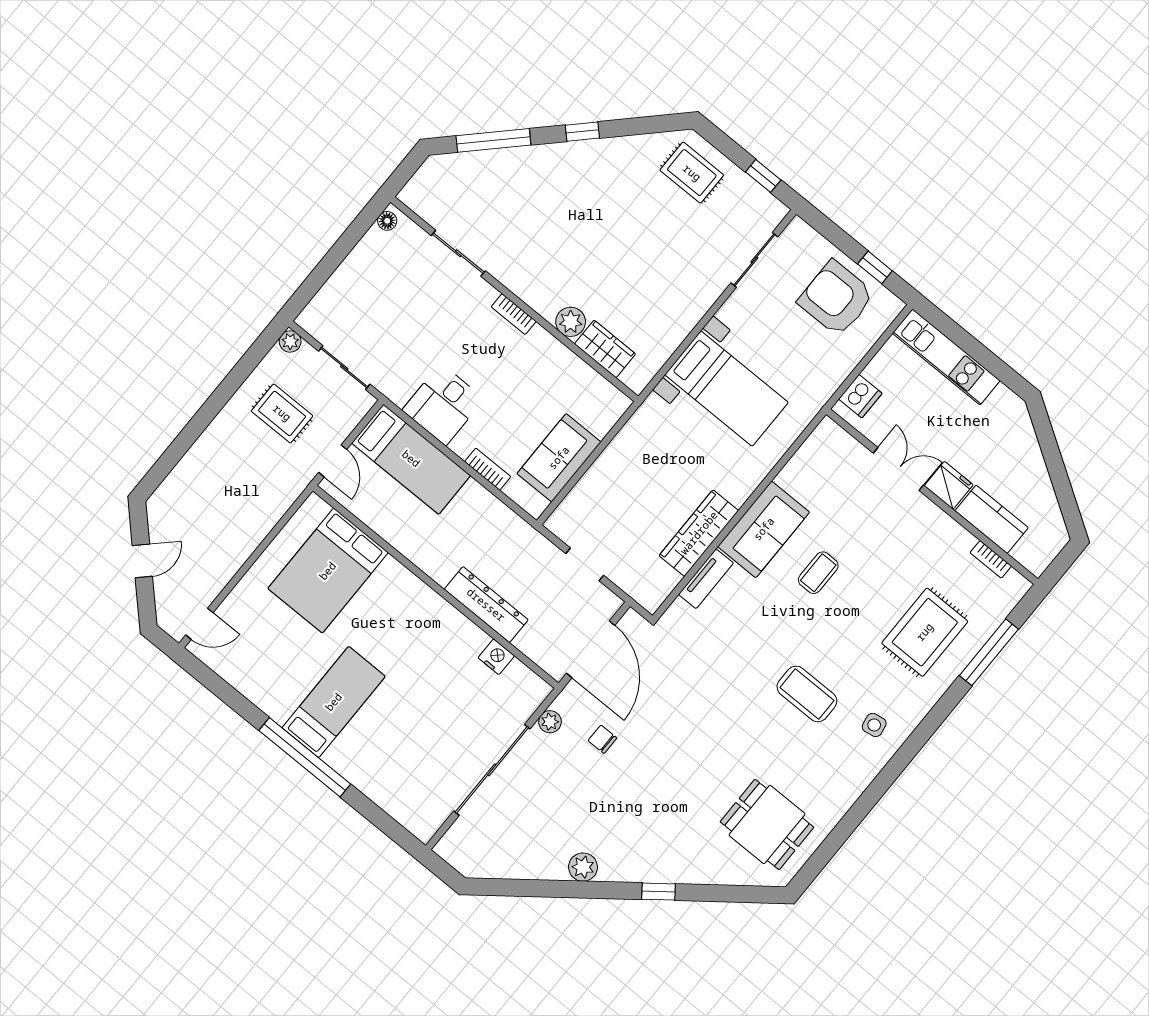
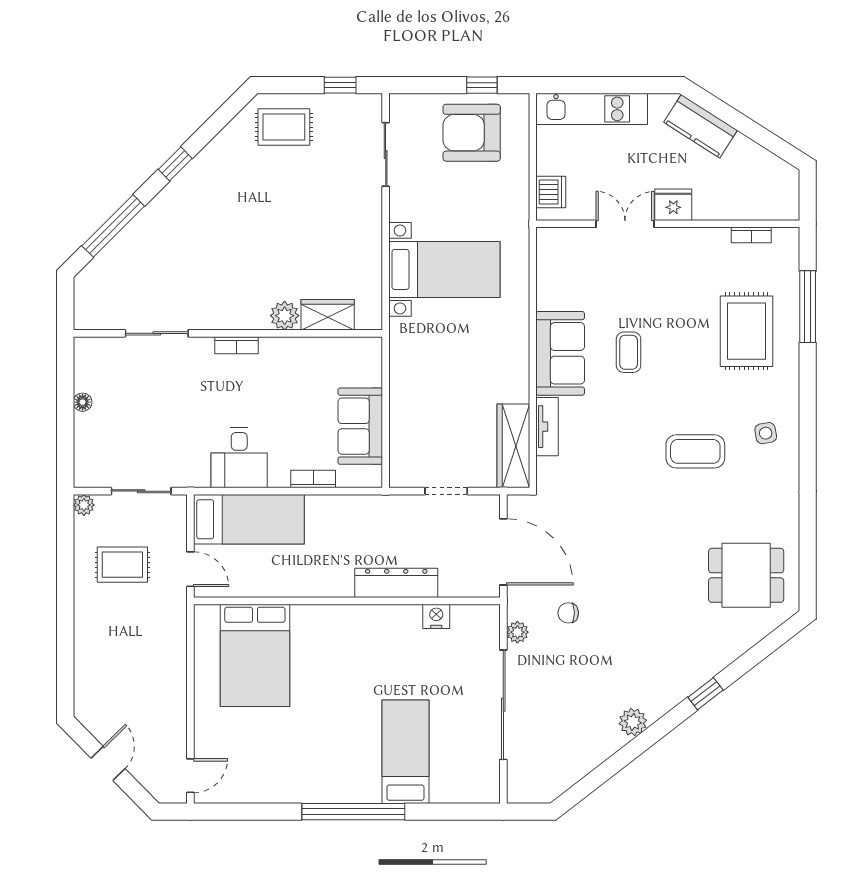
floor lamp: (387, 221) -> (83, 402), moved
kitchen counter: (992, 519) -> (700, 126), moved, turned -147
wardrobe: (699, 533) -> (513, 446), moved
bed: (334, 702) -> (405, 752), moved

